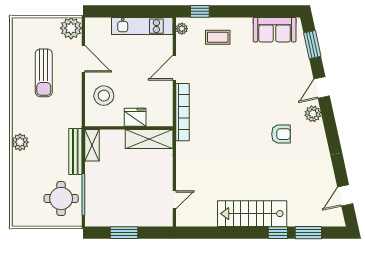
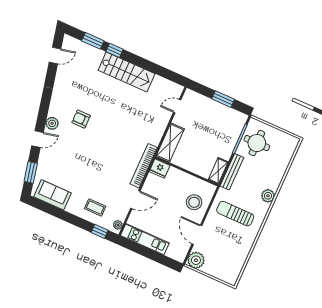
sun lounger: (44, 73) -> (235, 214), moved, turned -90
fridge: (135, 117) -> (160, 168), moved
shelving: (149, 139) -> (170, 143), moved, turned 90

